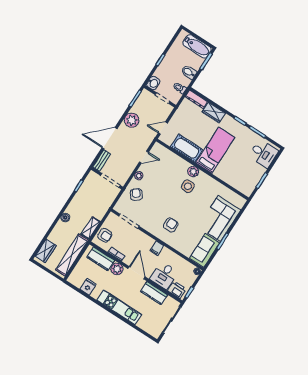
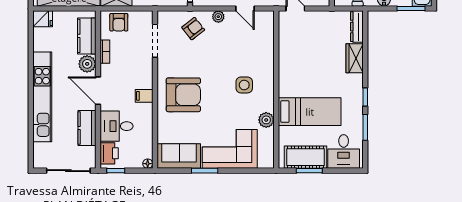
cot: (187, 148) -> (306, 157), moved, turned 90
bed: (215, 150) -> (310, 112), moved
plant: (193, 172) -> (266, 120), moved
armchair: (171, 225) -> (183, 95), width x1.88, depth x1.88
door: (137, 273) -> (98, 91), swing flipped
fridge: (88, 287) -> (43, 19), moved
kitchen unit: (119, 307) -> (42, 97), width x1.36

